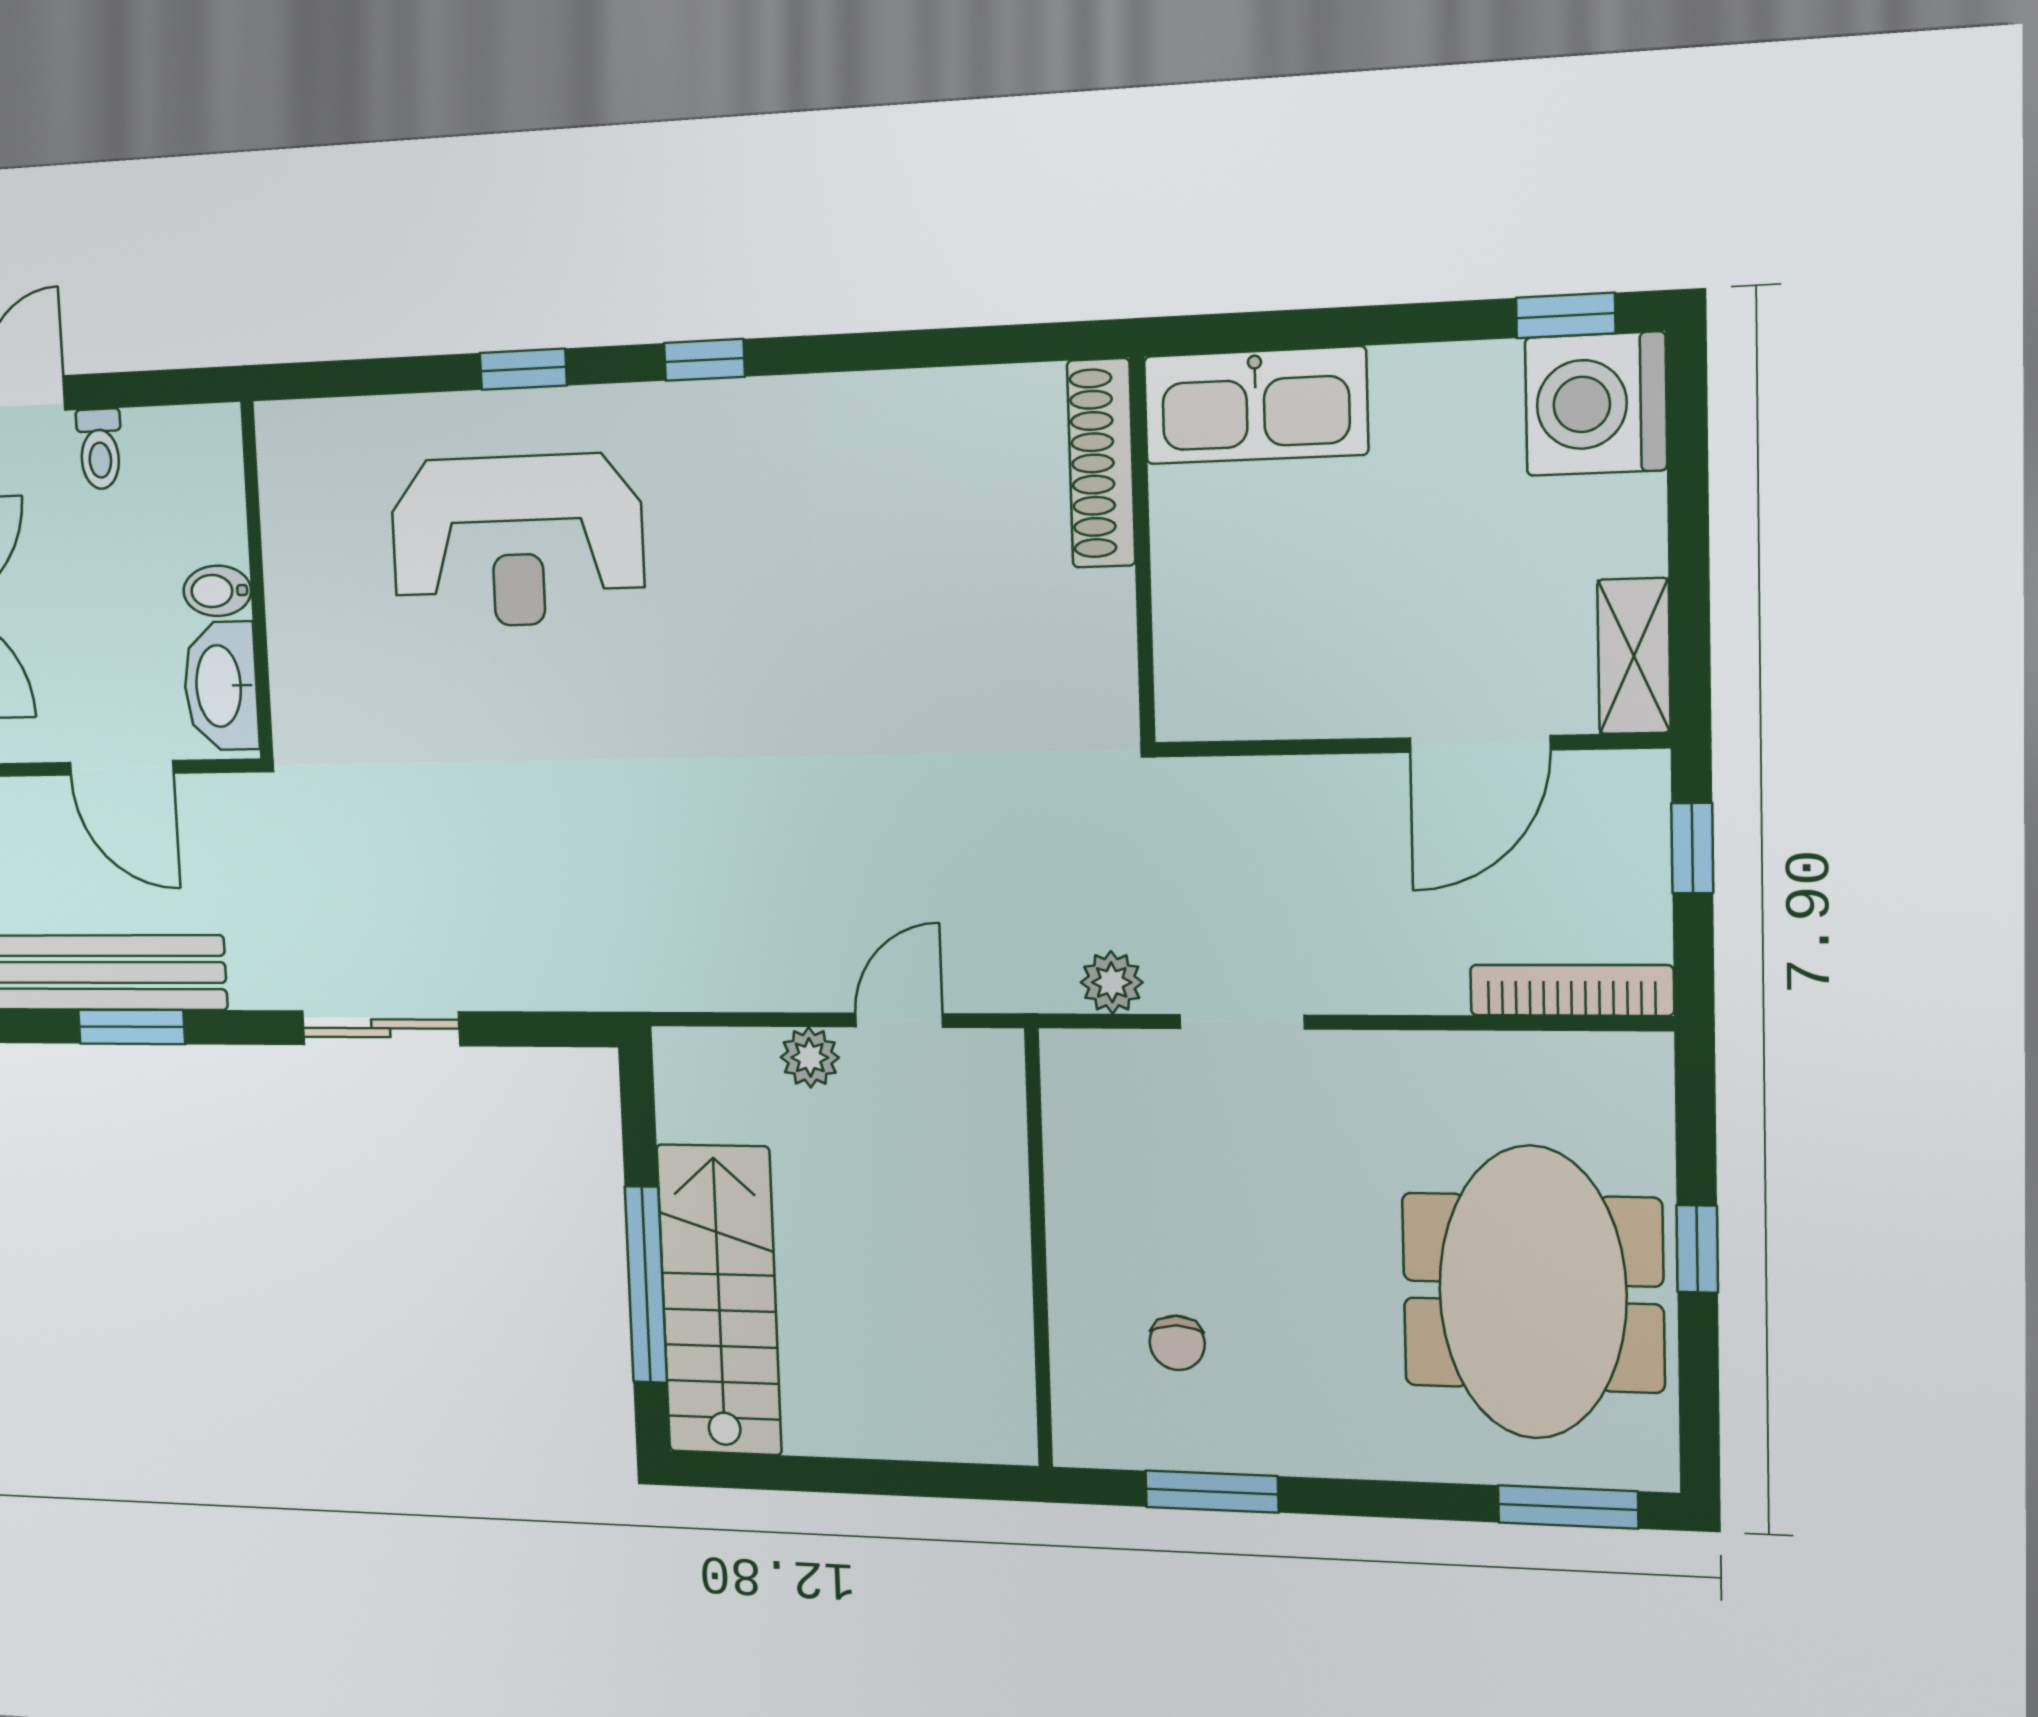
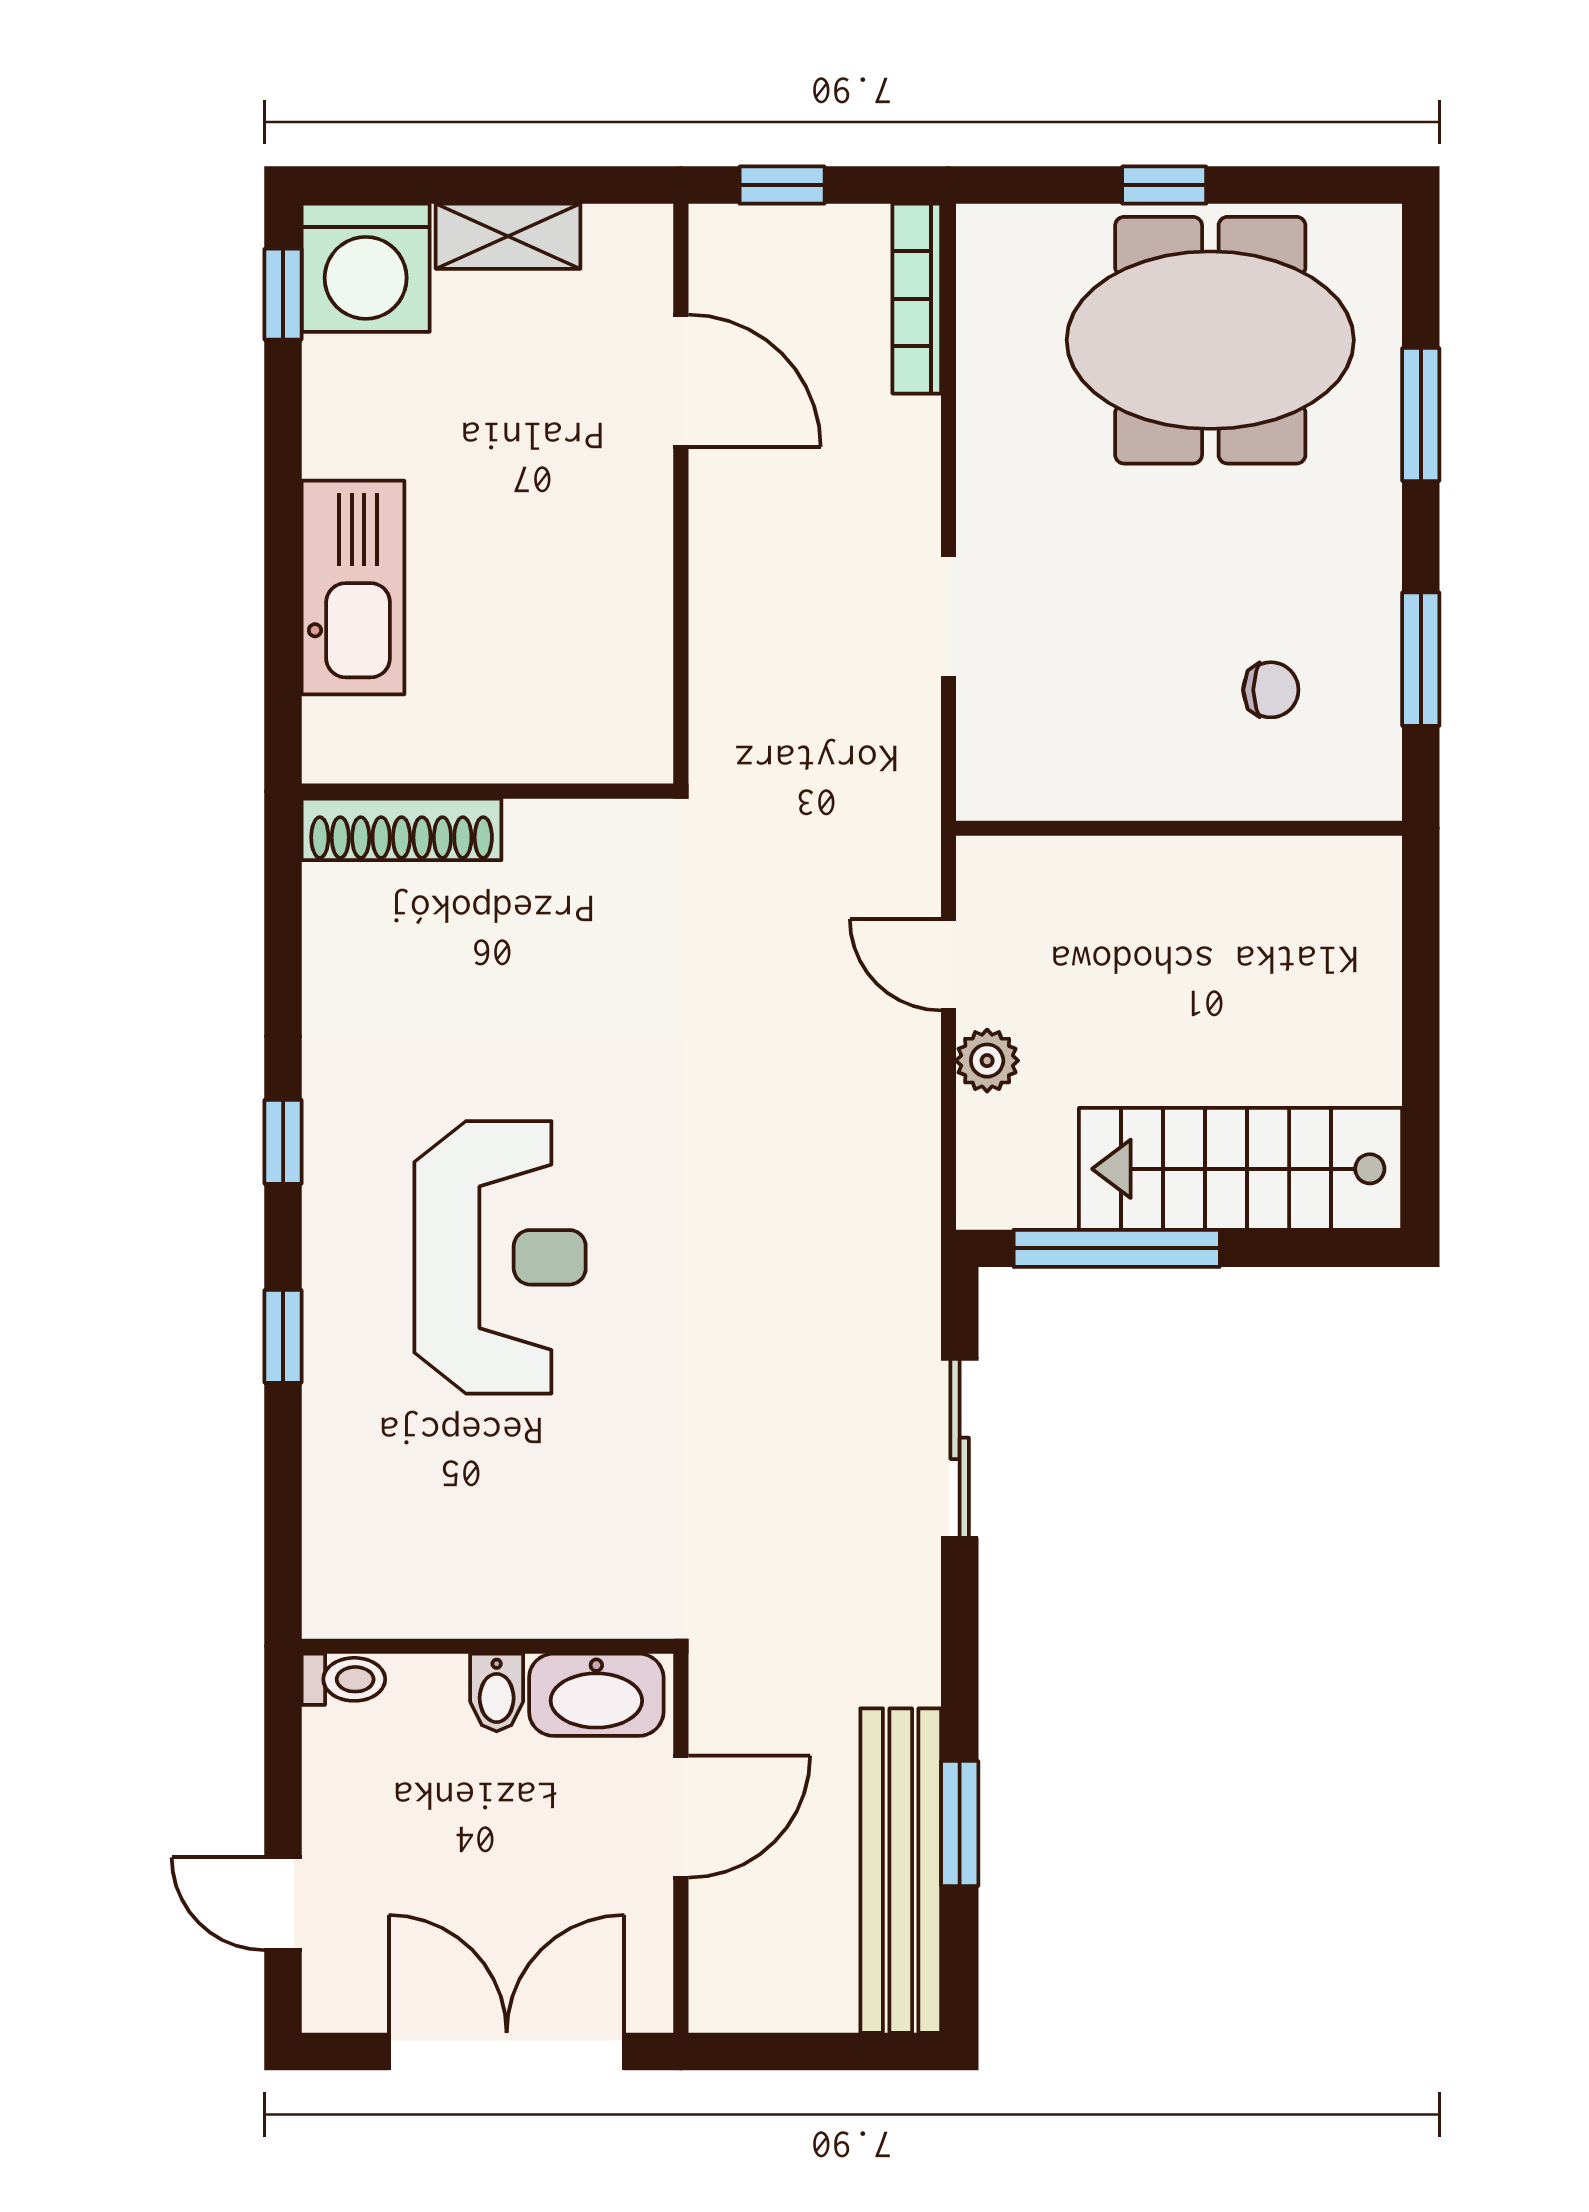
toilet: (100, 449) -> (343, 1679), moved
shoe rack: (1101, 463) -> (402, 829), moved
reception desk: (517, 541) -> (500, 1257), moved
wall: (1142, 551) -> (488, 791), moved
shelving: (1634, 656) -> (508, 236), moved
plant: (1112, 982) -> (910, 745), removed
sliding door: (381, 1028) -> (960, 1448), moved
window: (646, 1285) -> (1117, 1248), moved
window: (1568, 1507) -> (1421, 415), moved

